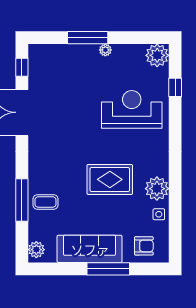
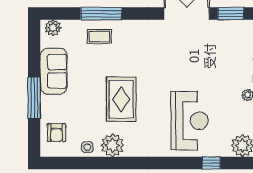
window: (22, 67) -> (231, 14), width x1.50
coffee table: (46, 202) -> (99, 37), turned 90
sofa: (90, 249) -> (54, 71), width x0.73

